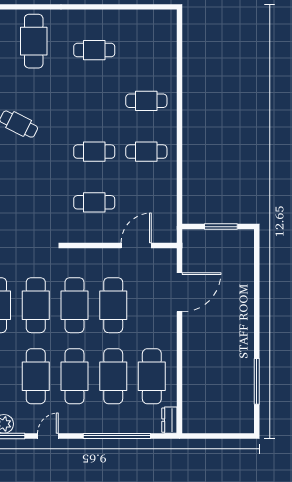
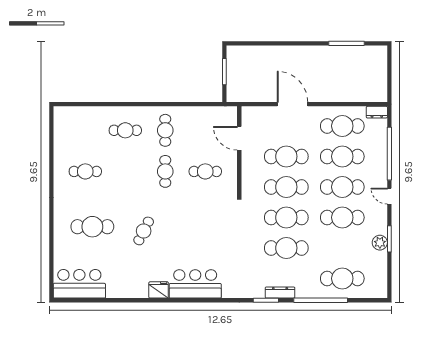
cafe table: (34, 41) -> (92, 227), moved
cafe table: (94, 50) -> (85, 171), turned 90
cafe table: (146, 101) -> (125, 130), turned 90
cafe table: (94, 202) -> (205, 171), turned 90
door: (180, 292) -> (292, 104), moved
door: (48, 436) -> (389, 196), moved

